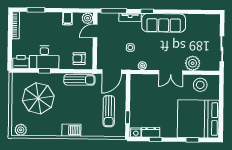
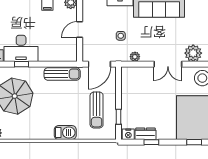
door: (95, 31) -> (80, 30), moved
armchair: (79, 59) -> (61, 49), removed
barbecue: (71, 130) -> (65, 133), moved

